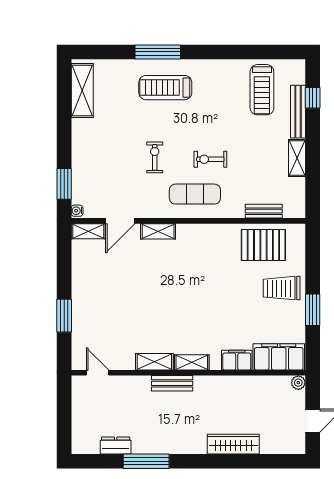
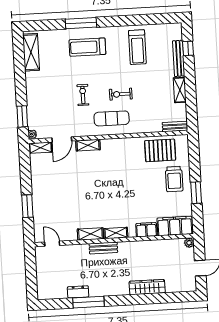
treadmill: (262, 90) -> (137, 47), moved
bench: (264, 211) -> (175, 127), moved
trolley: (282, 288) -> (174, 179), turned -90
dresser: (116, 446) -> (78, 292), moved

